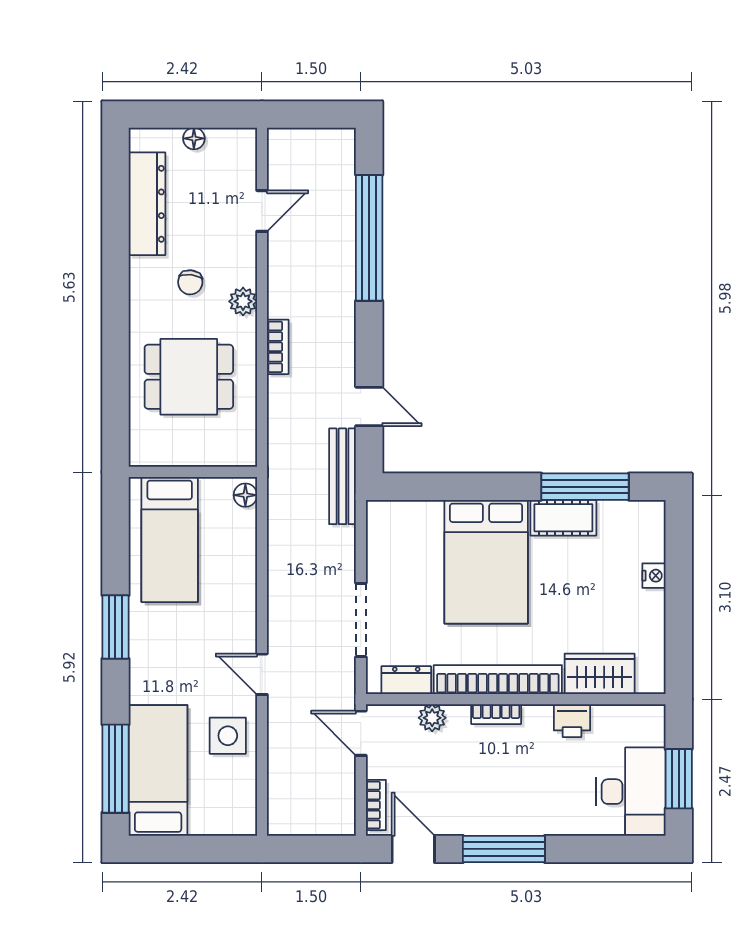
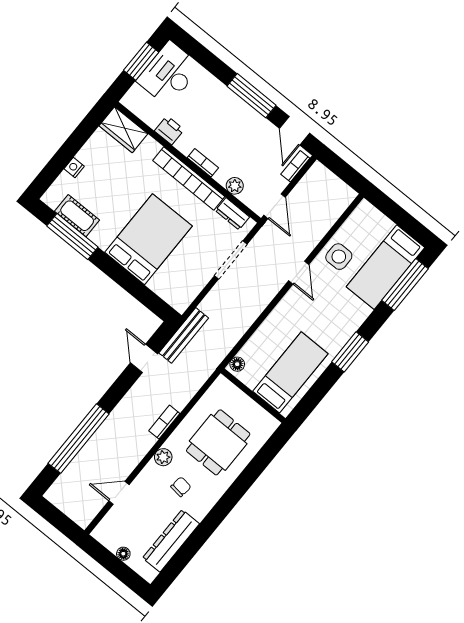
dining table: (189, 377) -> (218, 442), turned 90
cot: (563, 518) -> (77, 216), moved
wardrobe: (600, 674) -> (123, 130), moved

